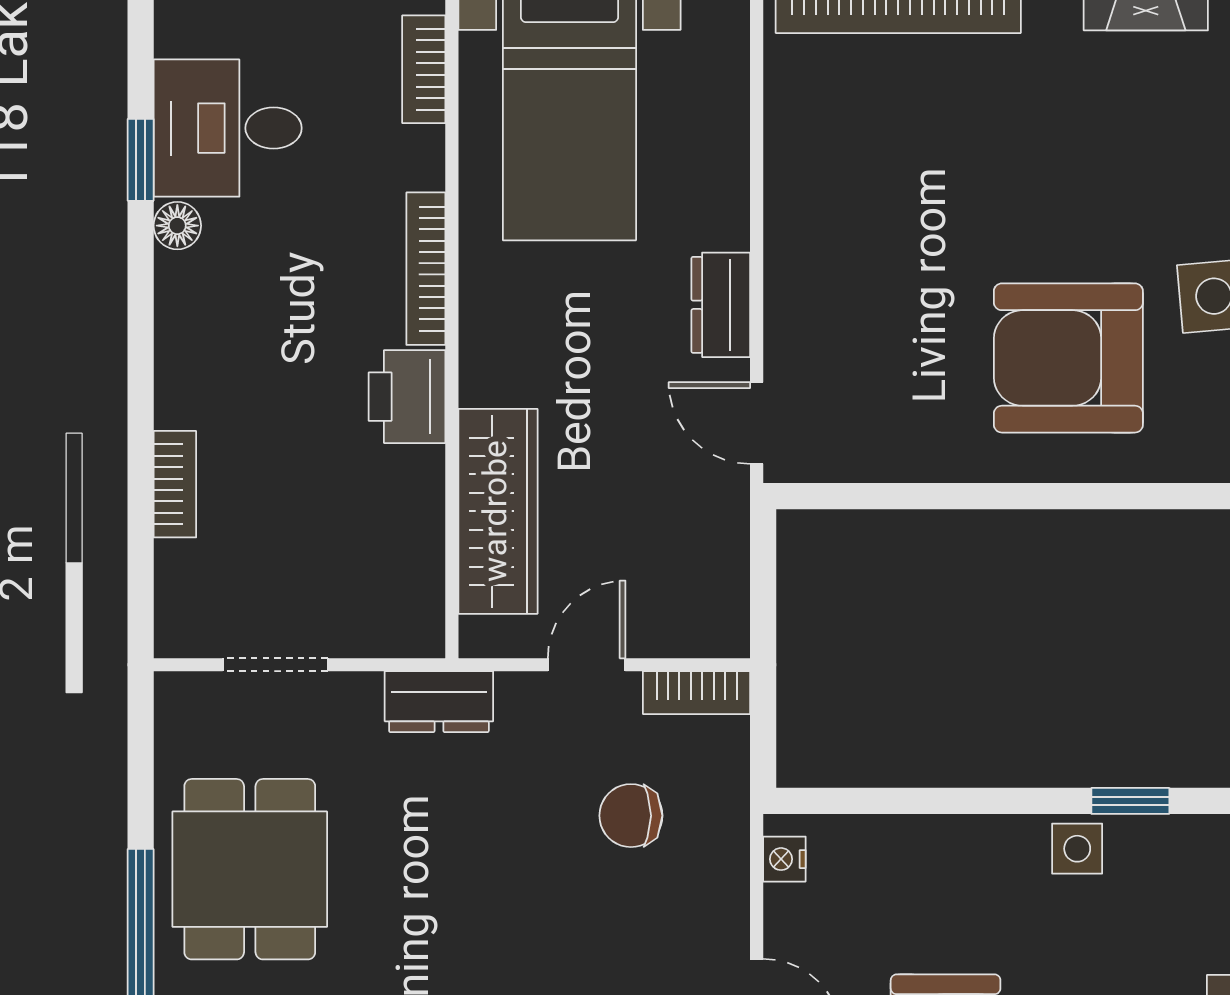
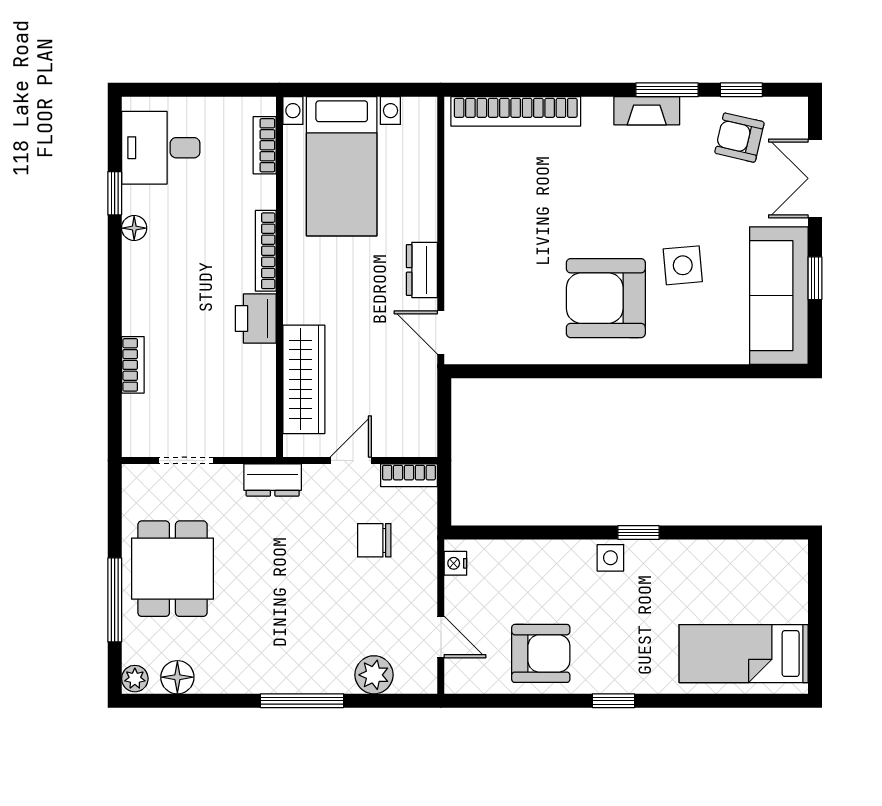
desk: (228, 128) -> (161, 148), moved

